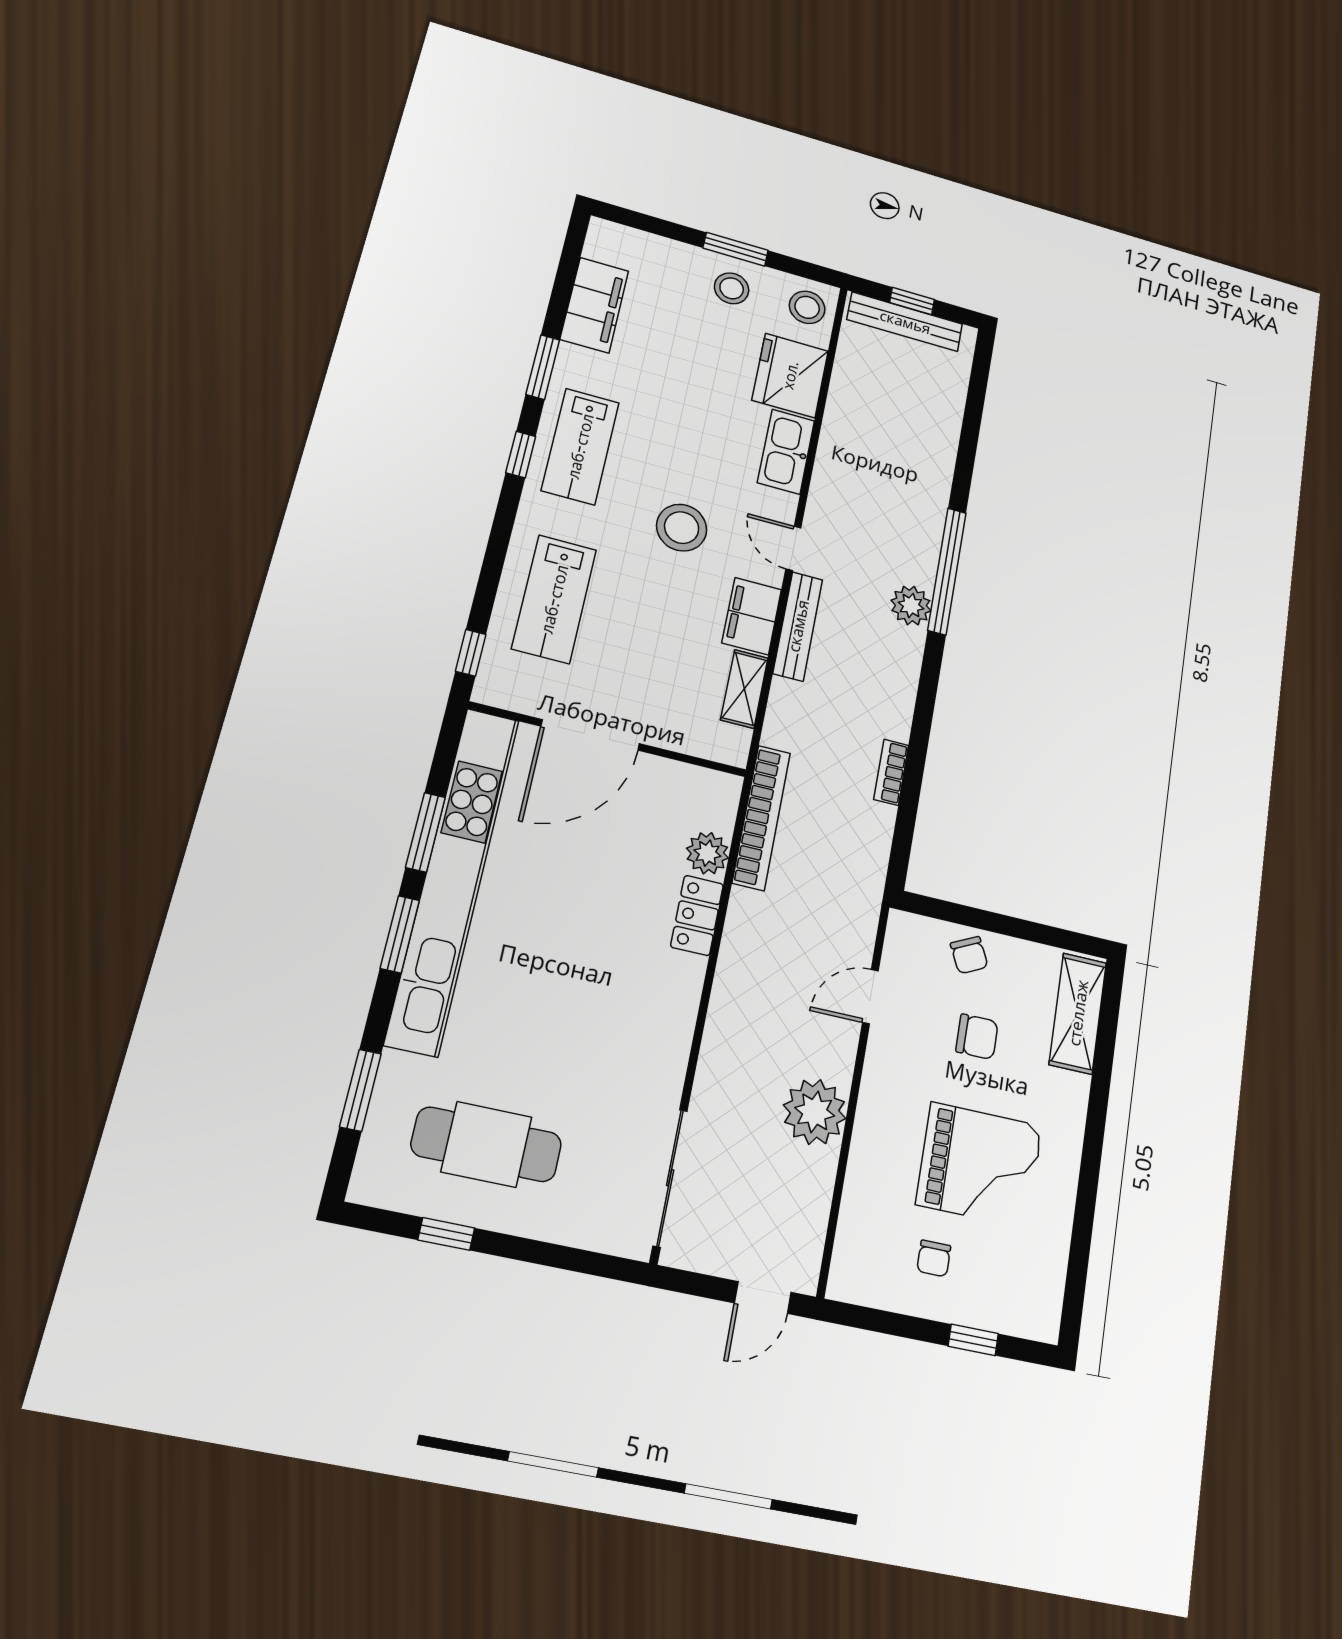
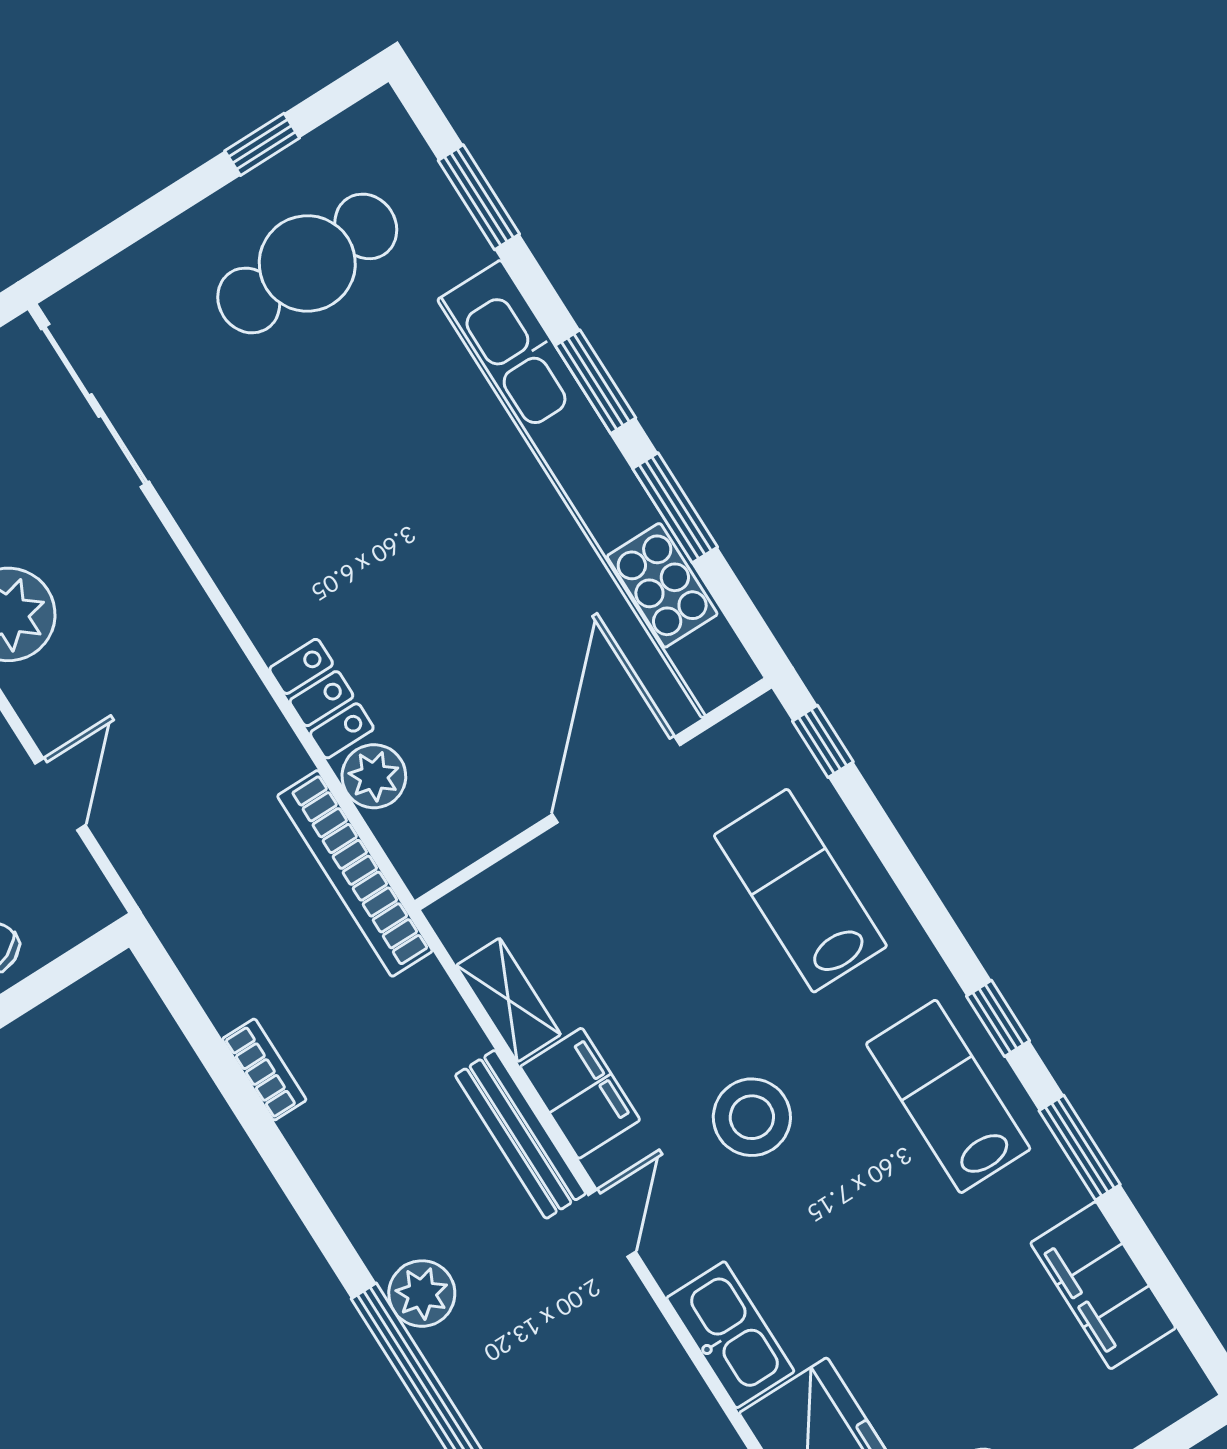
door: (793, 548) -> (612, 1223), hinge flipped

